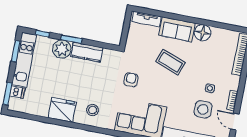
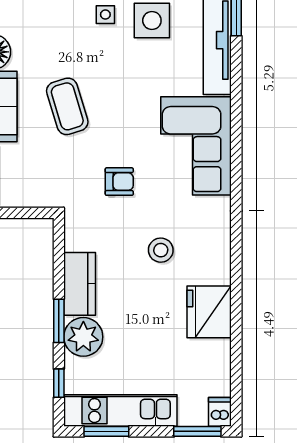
coffee table: (171, 62) -> (67, 106), turned -37
armchair: (131, 80) -> (119, 182), turned 180
dishwasher: (17, 92) -> (220, 412), moved
stool: (93, 110) -> (161, 250), moved

